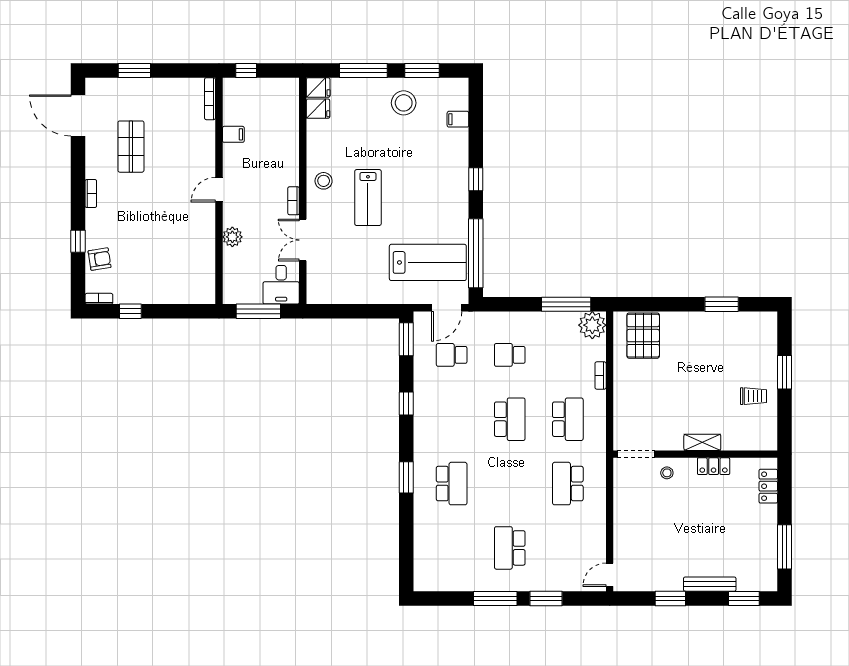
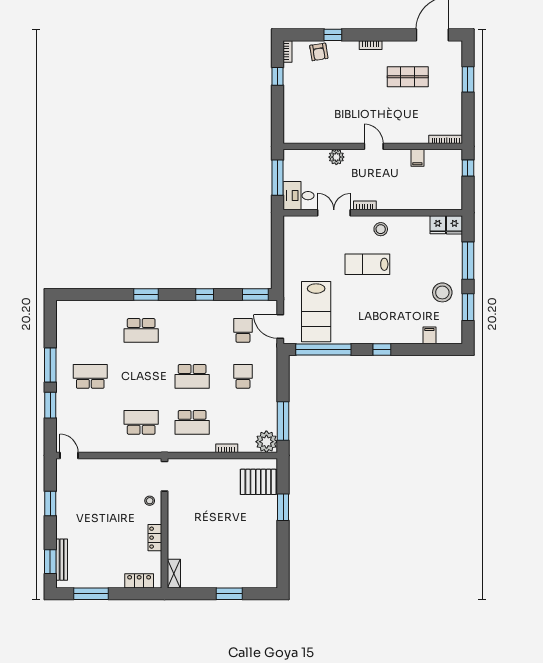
window: (722, 304) -> (283, 507), moved
trolley: (754, 396) -> (210, 569), removed
shelving: (702, 442) -> (174, 574), moved
bench: (710, 584) -> (62, 560), moved

